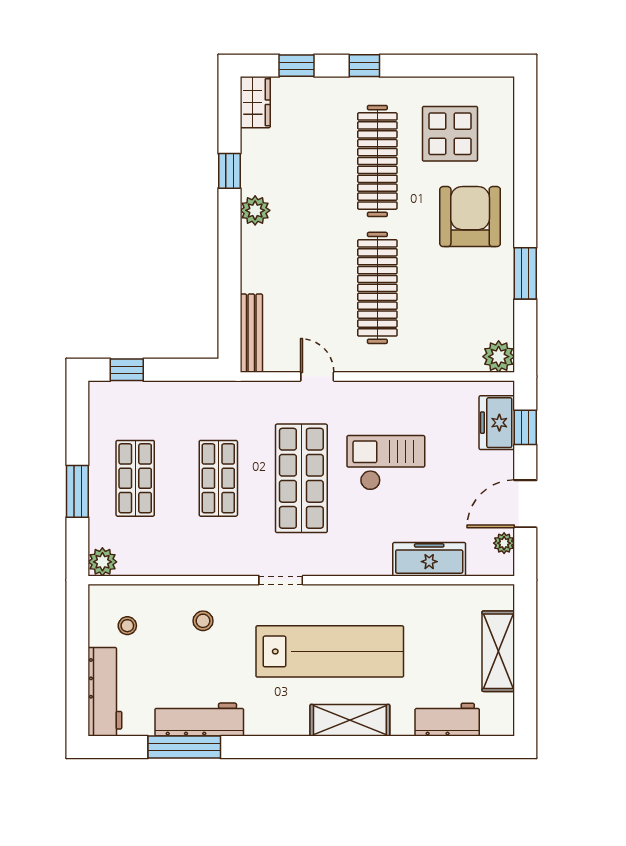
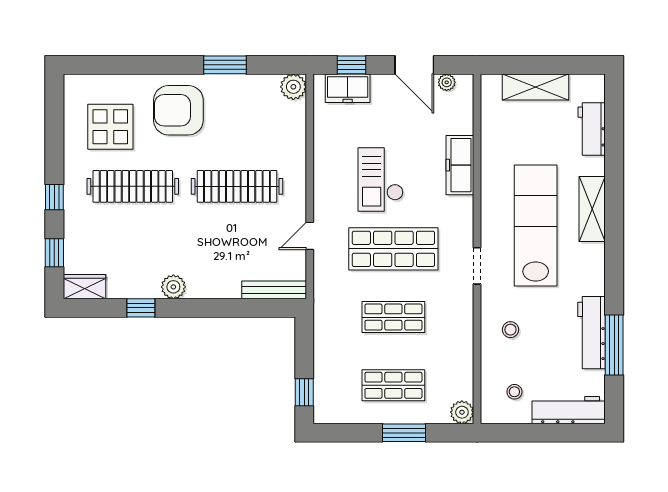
freezer: (429, 559) -> (460, 165), moved

